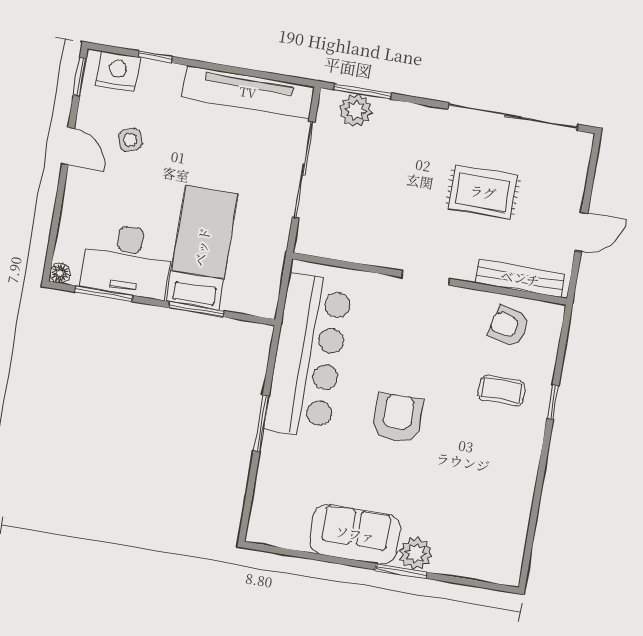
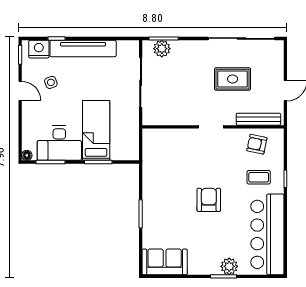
tv unit: (248, 92) -> (83, 48), moved
bar counter: (308, 356) -> (267, 234), moved, turned 180
sofa: (355, 534) -> (165, 262), moved

